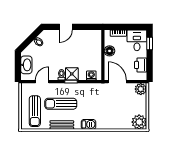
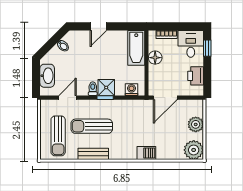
bathtub: (95, 43) -> (136, 48), added
door: (117, 82) -> (165, 98), swing flipped
plant: (141, 89) -> (196, 124), moved
barbecue: (88, 124) -> (146, 153), moved

